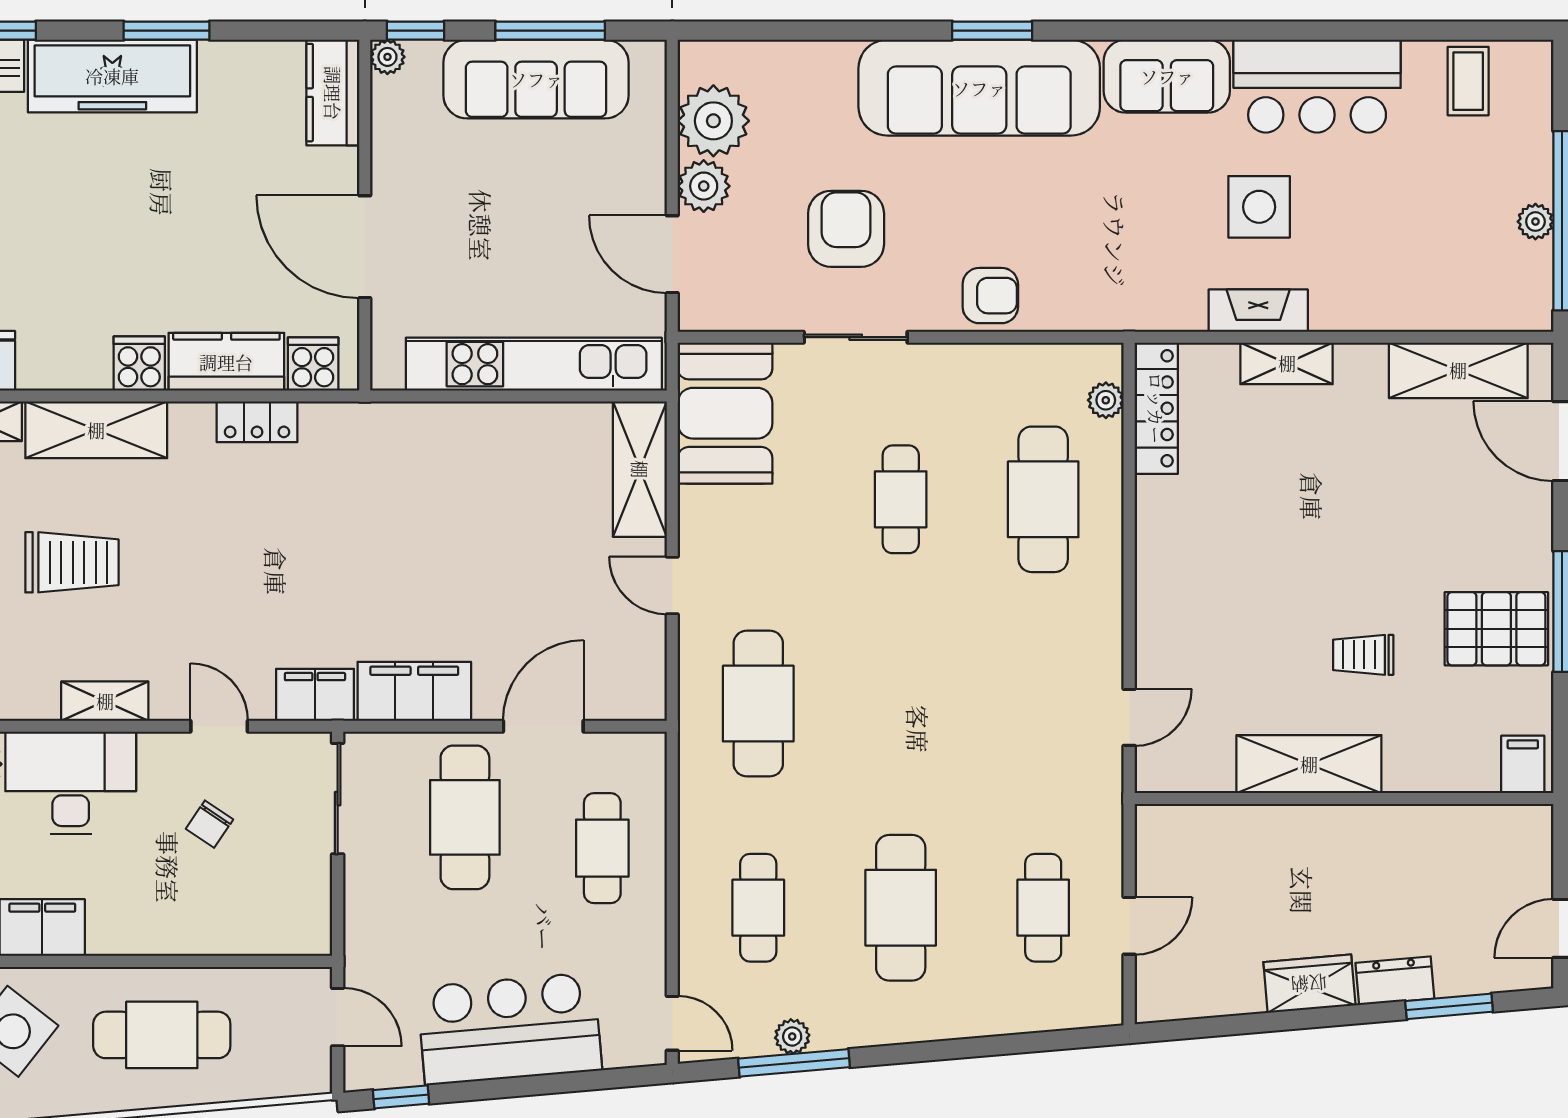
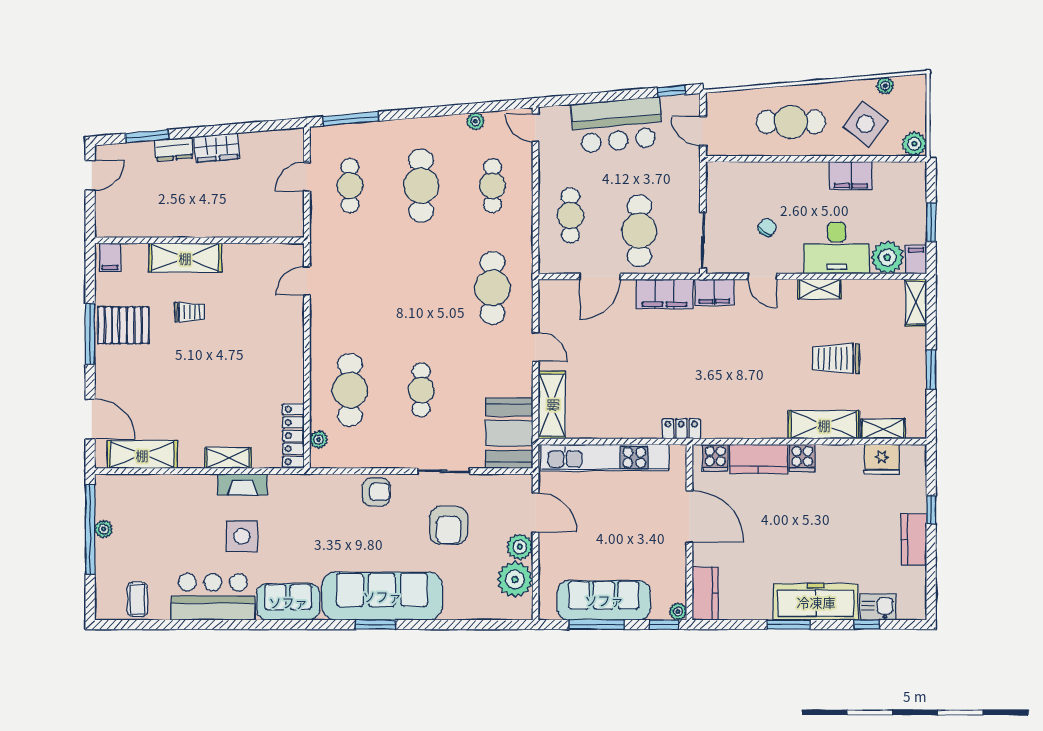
armchair: (990, 296) -> (376, 492), turned 180
locker: (257, 422) -> (681, 429), moved
shelving: (1309, 764) -> (185, 258), moved
window: (794, 1063) -> (351, 119), moved

